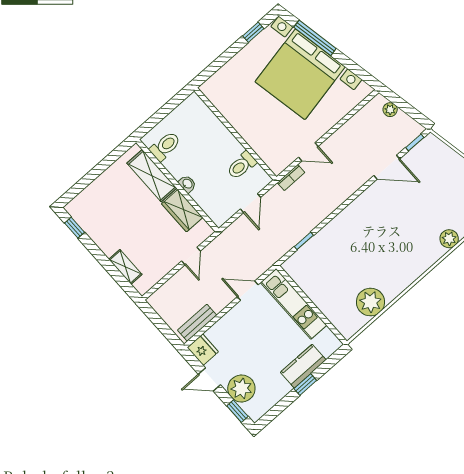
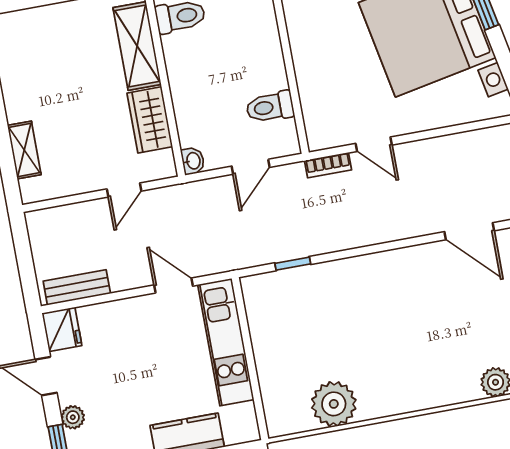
washbasin: (187, 184) -> (193, 161), moved
plant: (241, 388) -> (73, 417), width x0.53, depth x0.53

